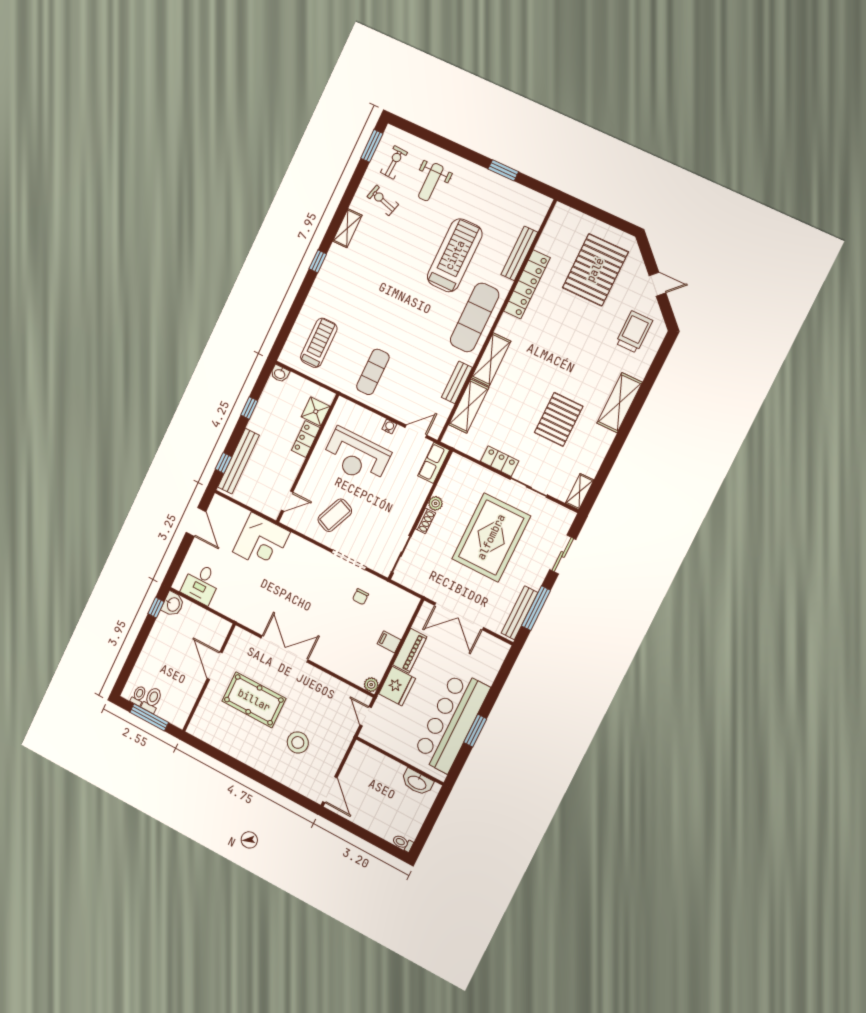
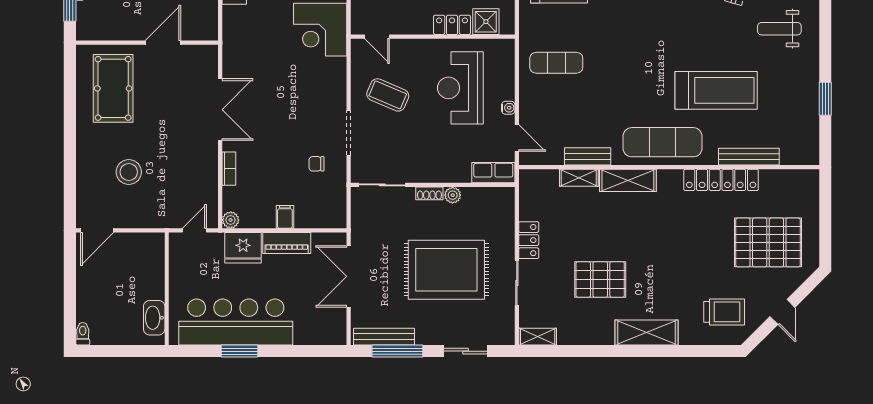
shelving: (469, 406) -> (579, 178), width x0.67, depth x0.75
bookcase: (332, 666) -> (229, 169), added
pool table: (254, 700) -> (113, 88), moved

